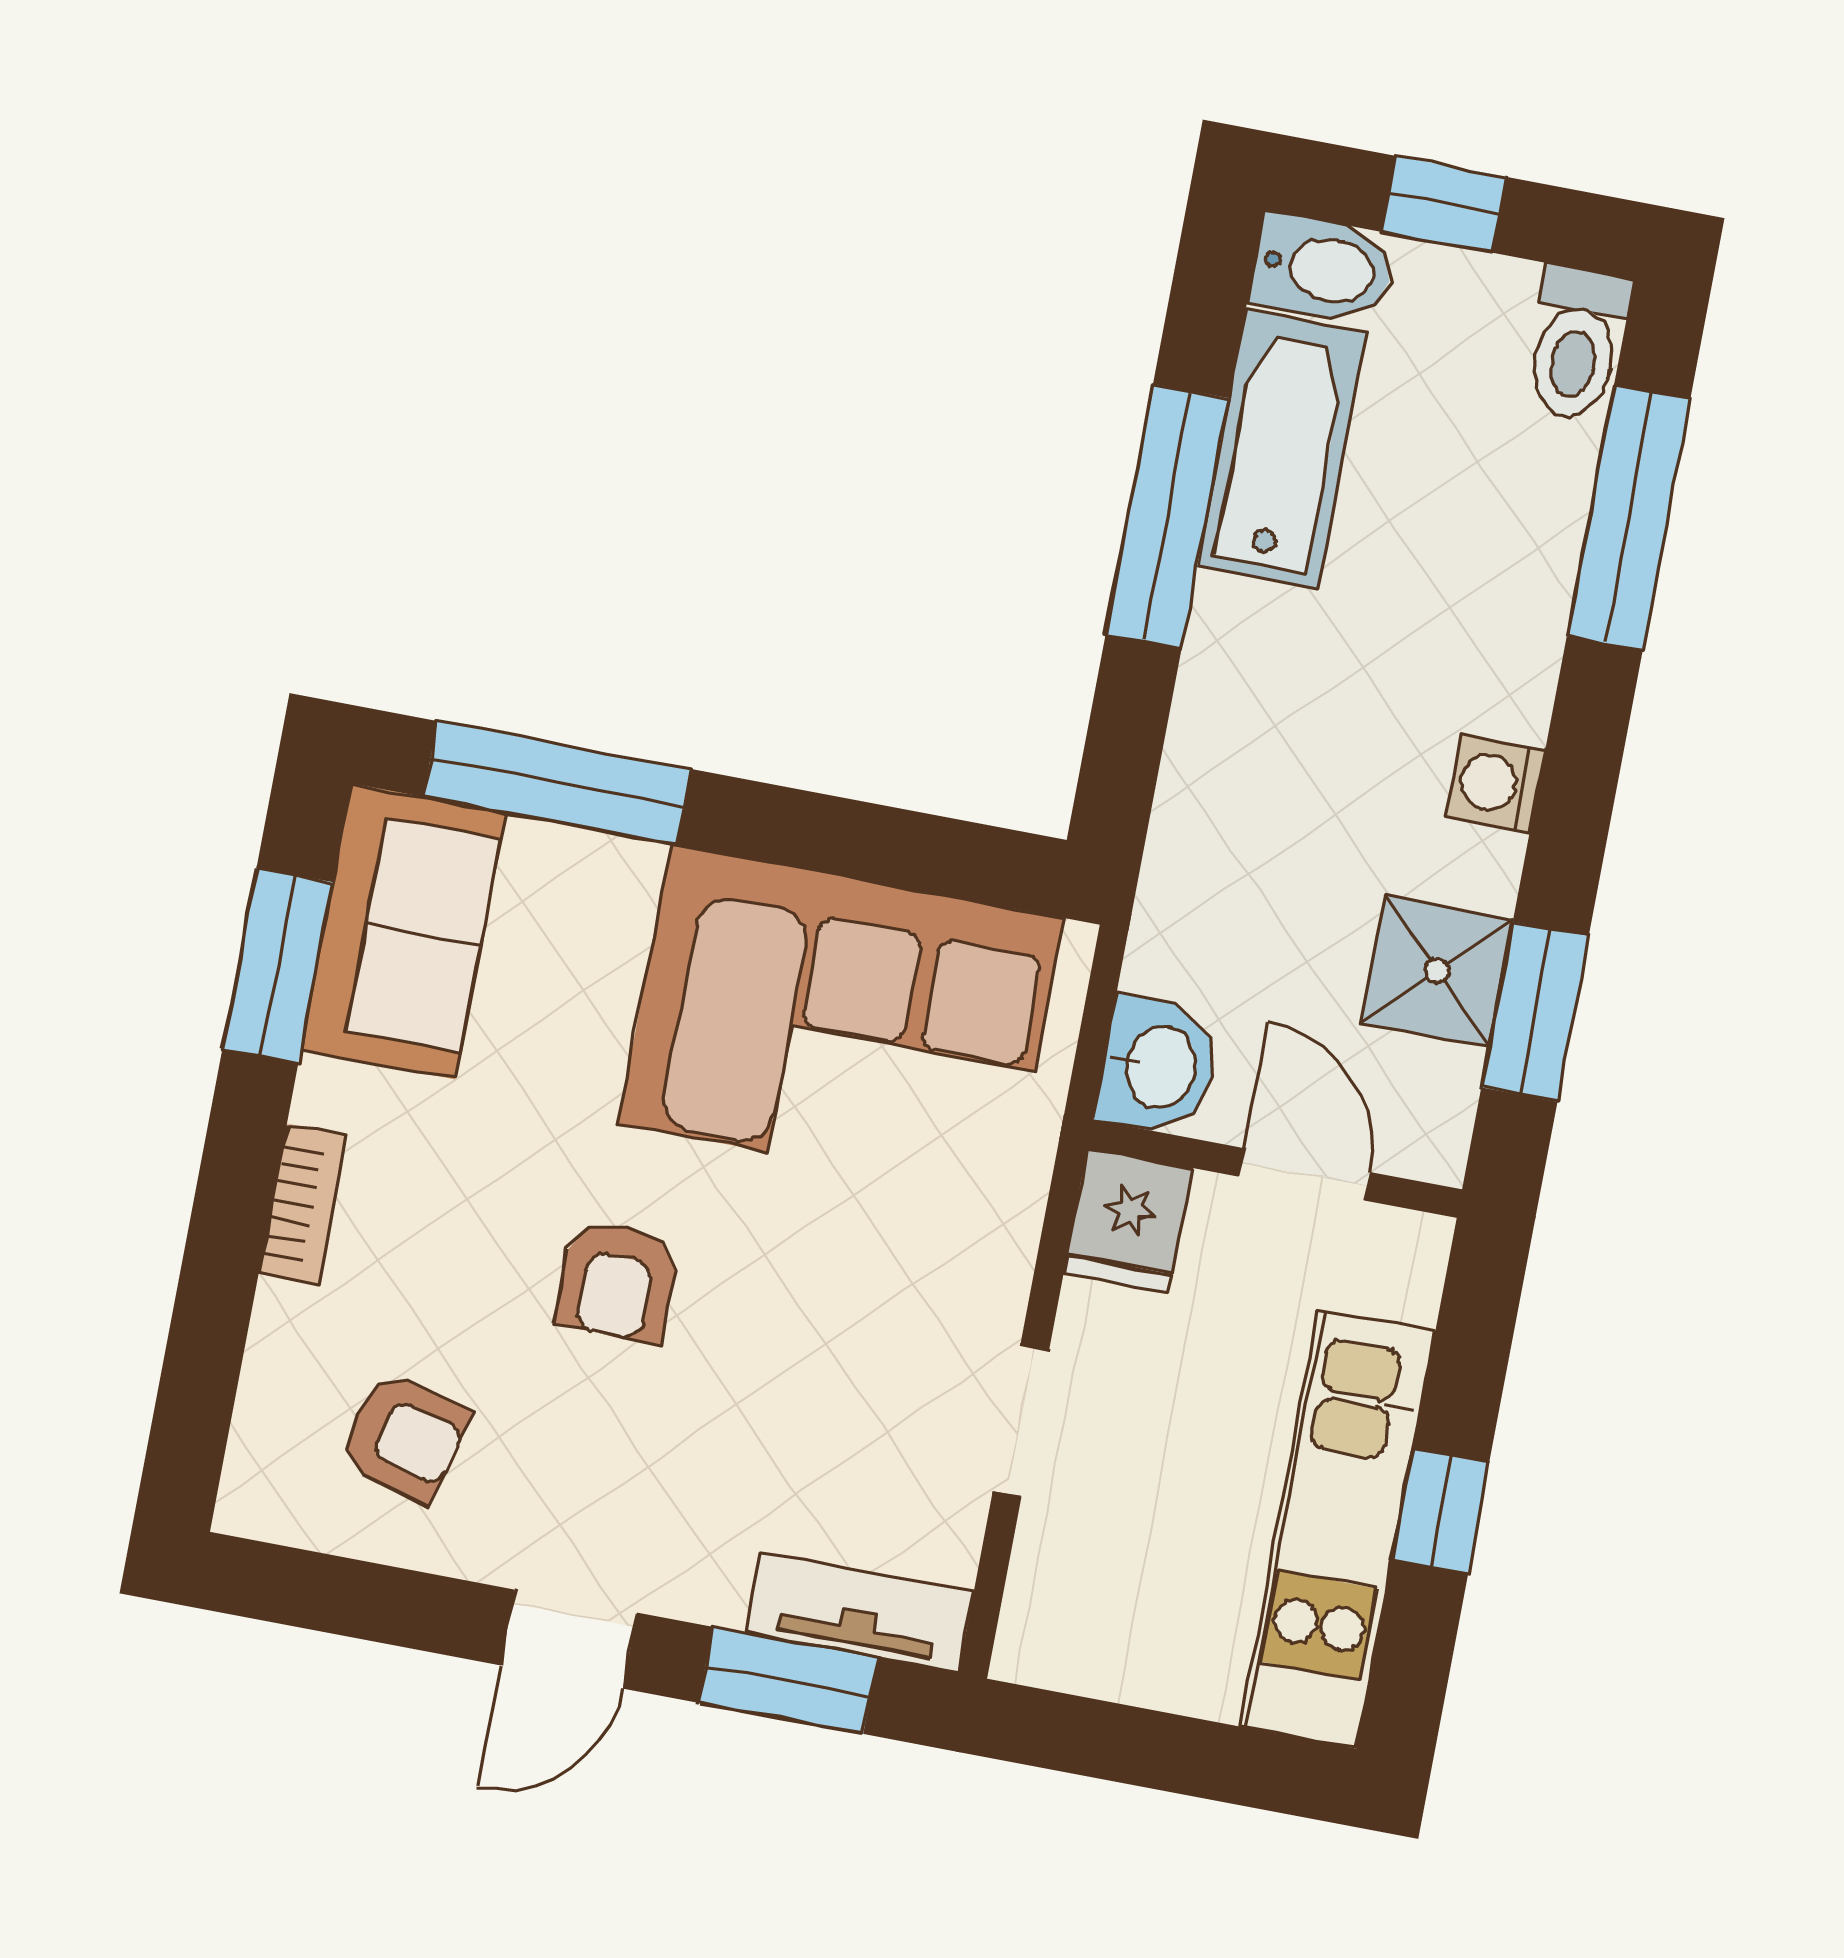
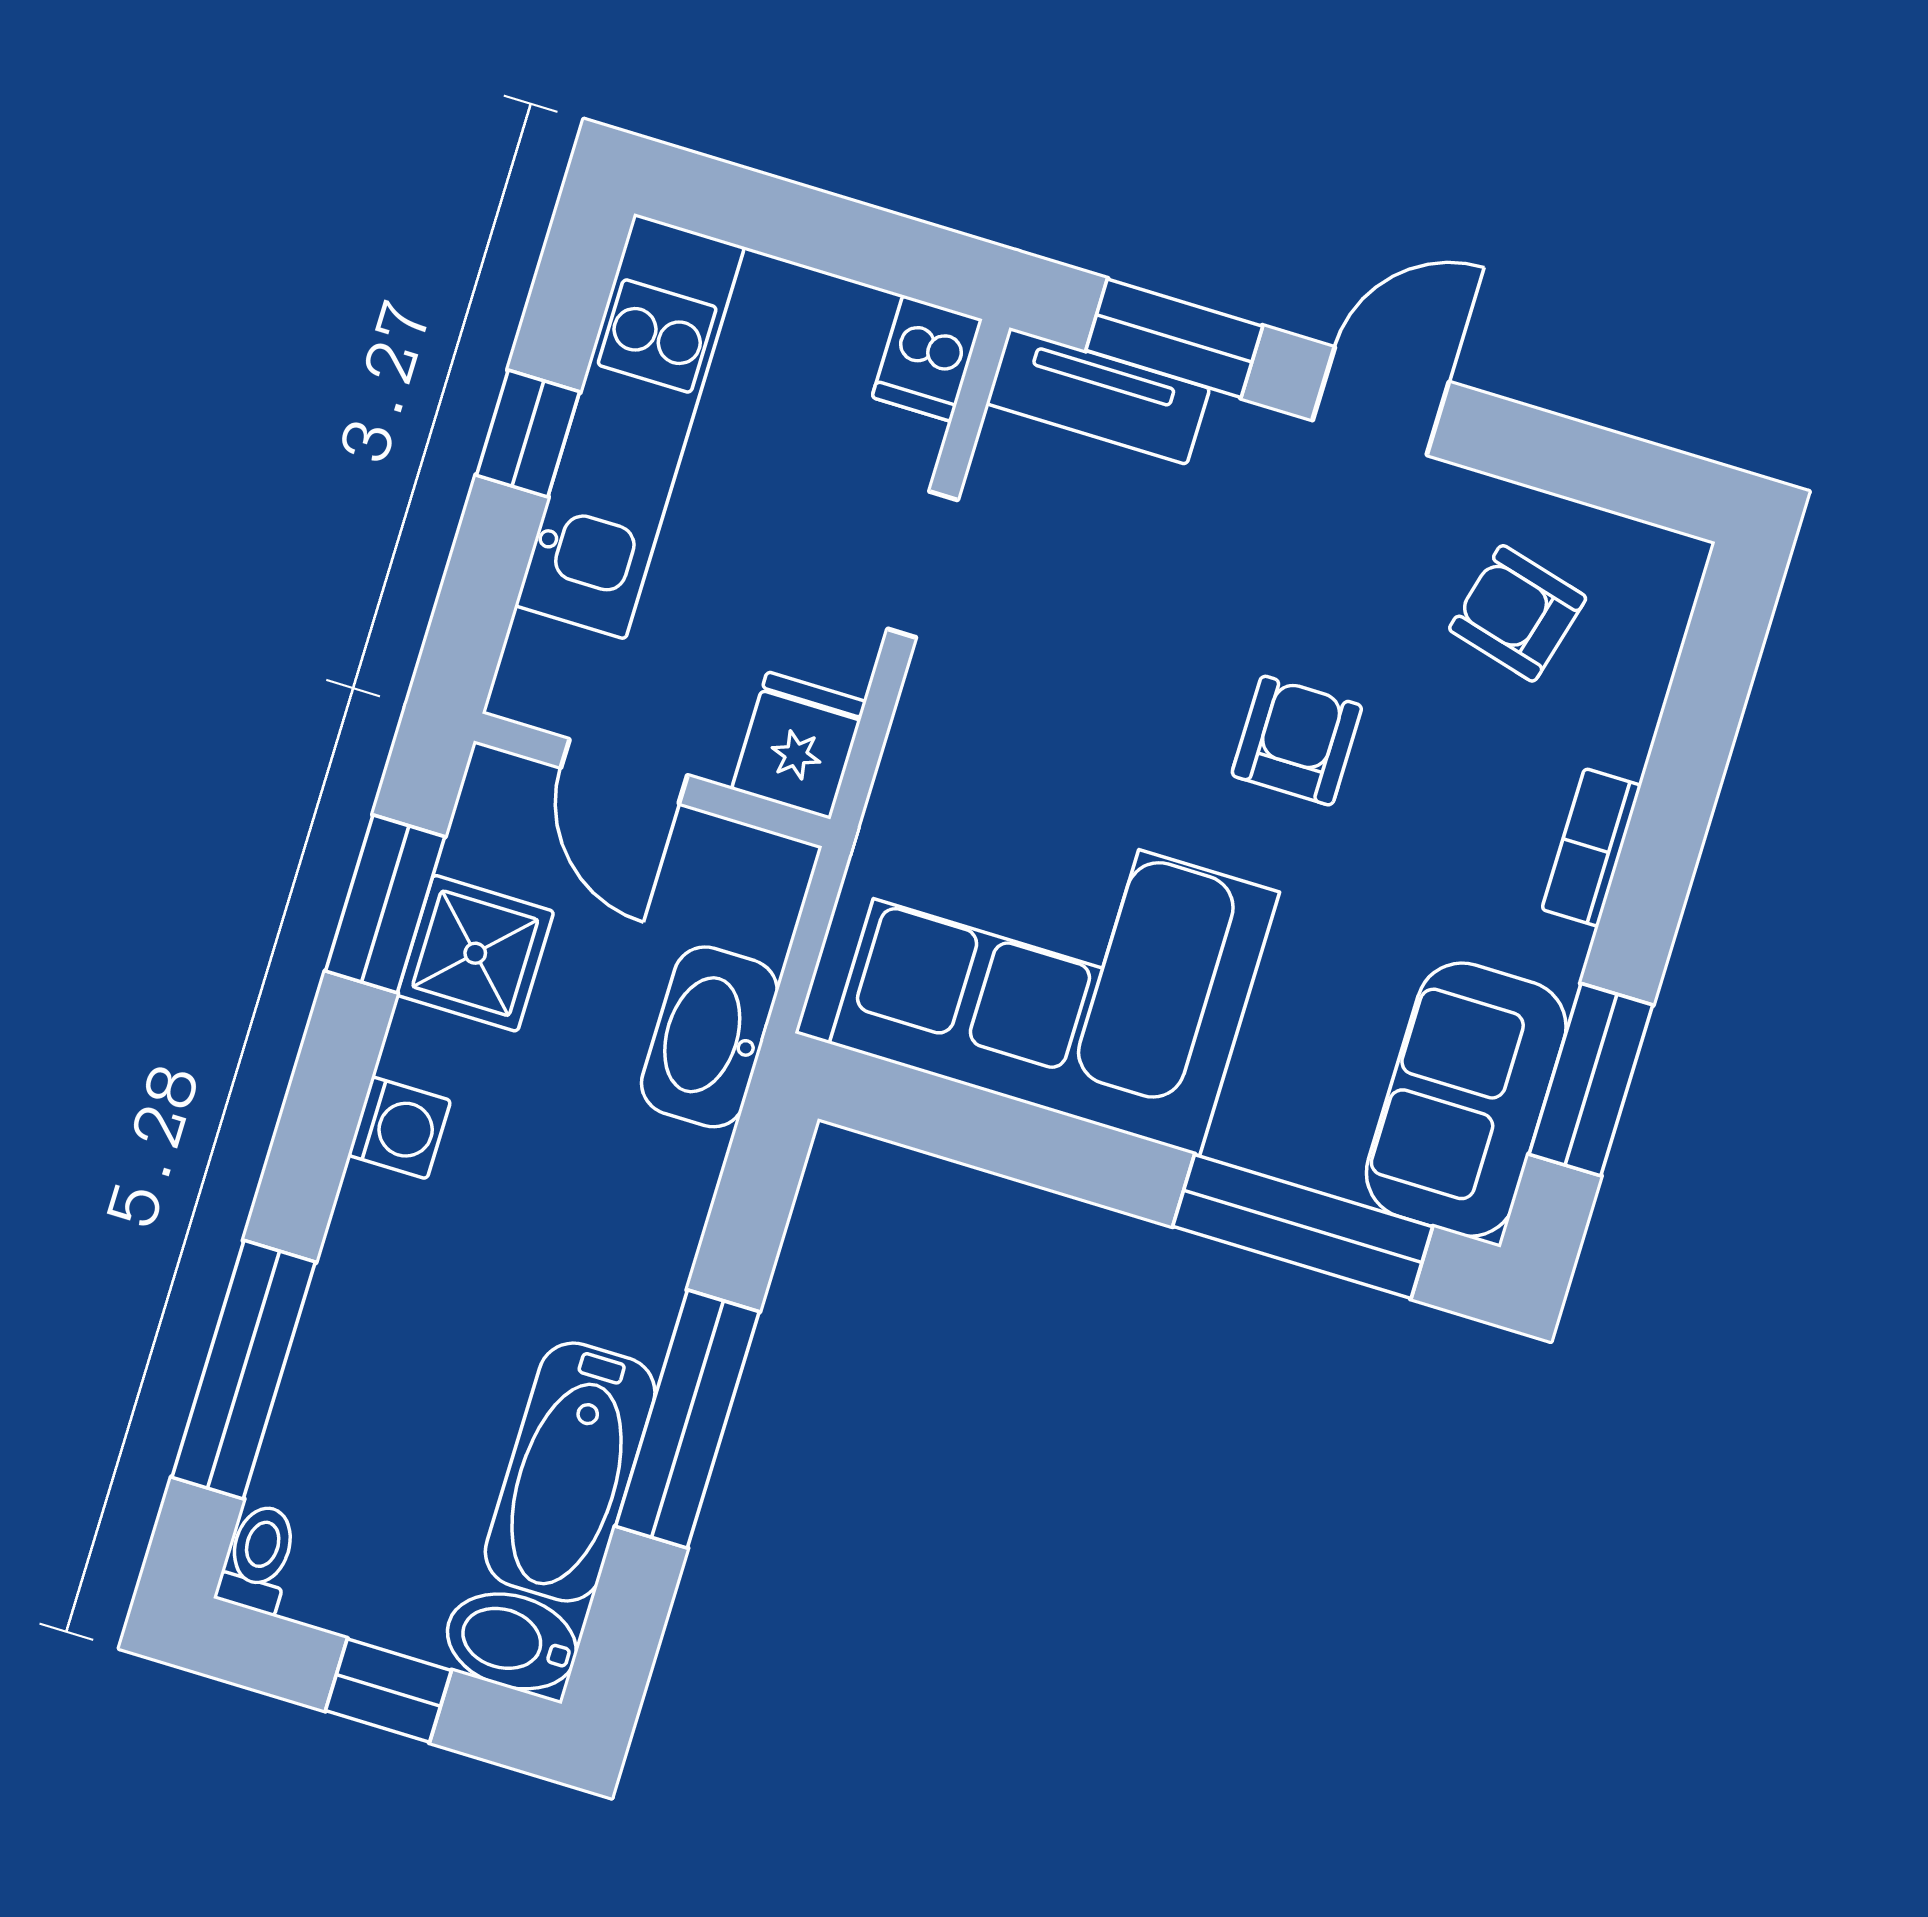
toilet: (1576, 344) -> (258, 1558), width x0.73, depth x0.72
washbasin: (1158, 1066) -> (709, 1037), moved, width x1.38
dishwasher: (1039, 1632) -> (927, 358), added

